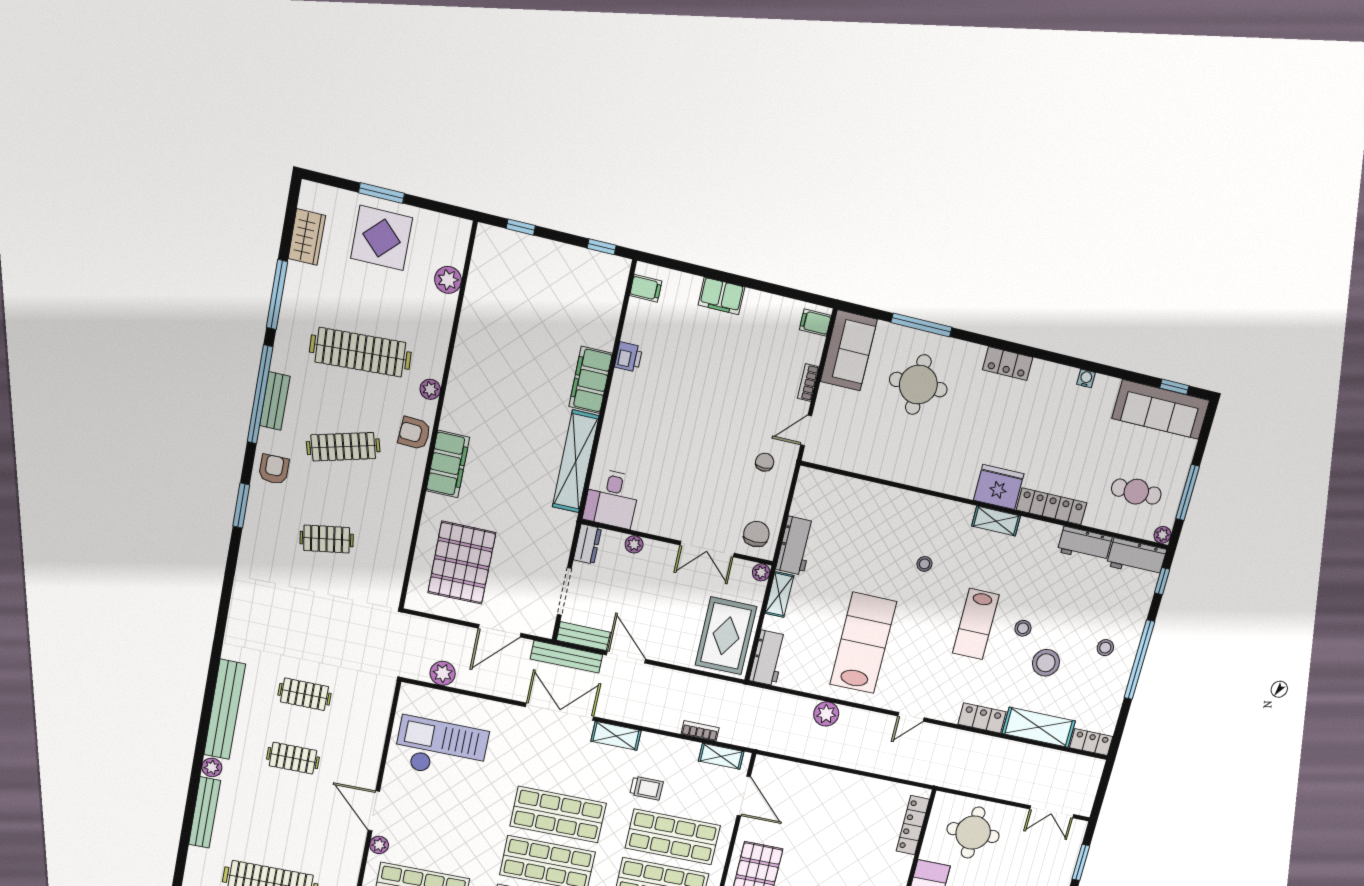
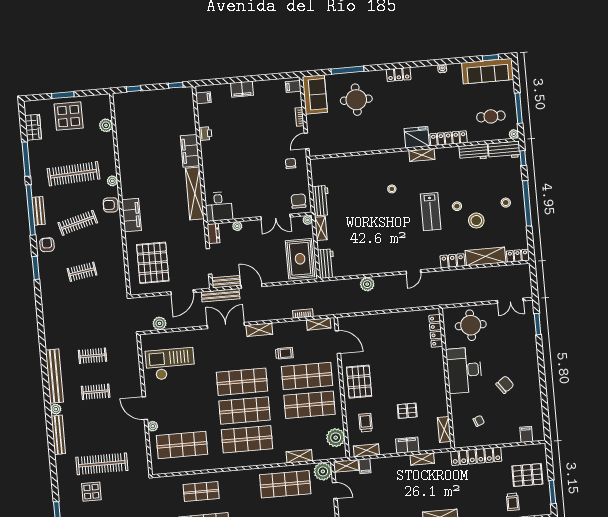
lab bench: (863, 643) -> (374, 240), removed

